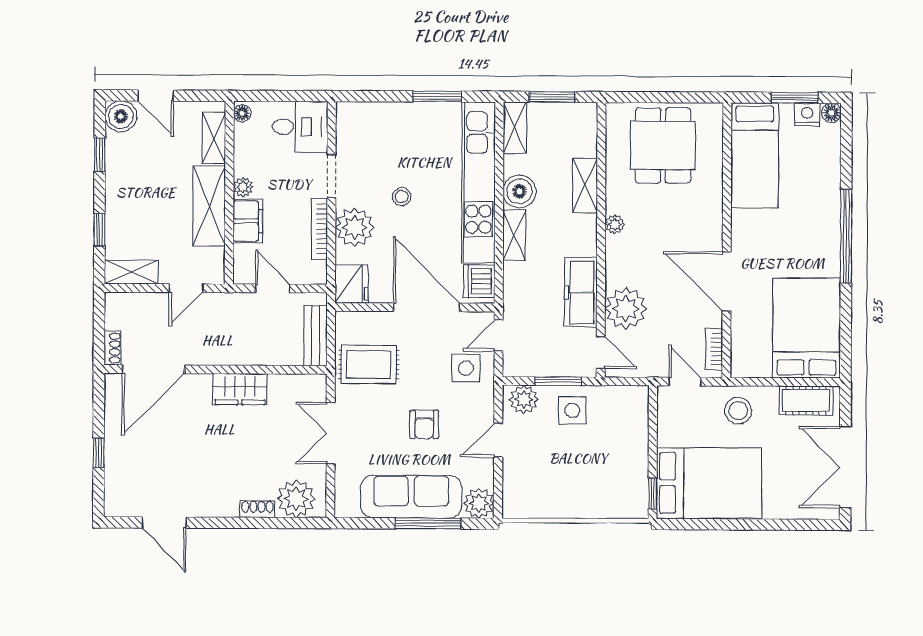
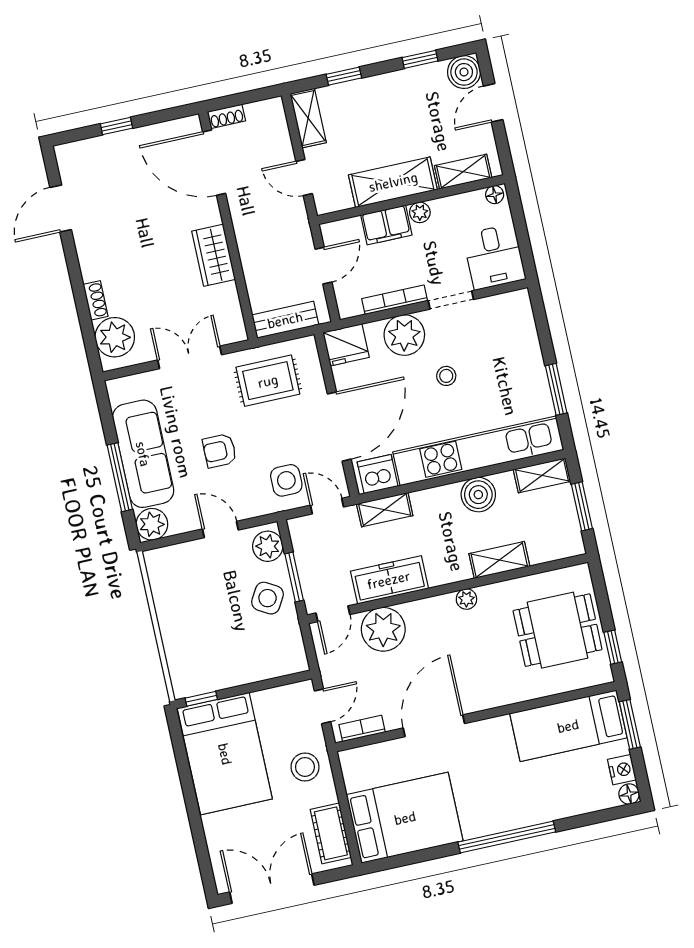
window: (690, 97) -> (613, 647), added
window: (795, 98) -> (630, 724), moved
shelving: (514, 235) -> (385, 510), moved
rug: (369, 365) -> (268, 381), turned 90
side table: (572, 410) -> (268, 598), turned 30

